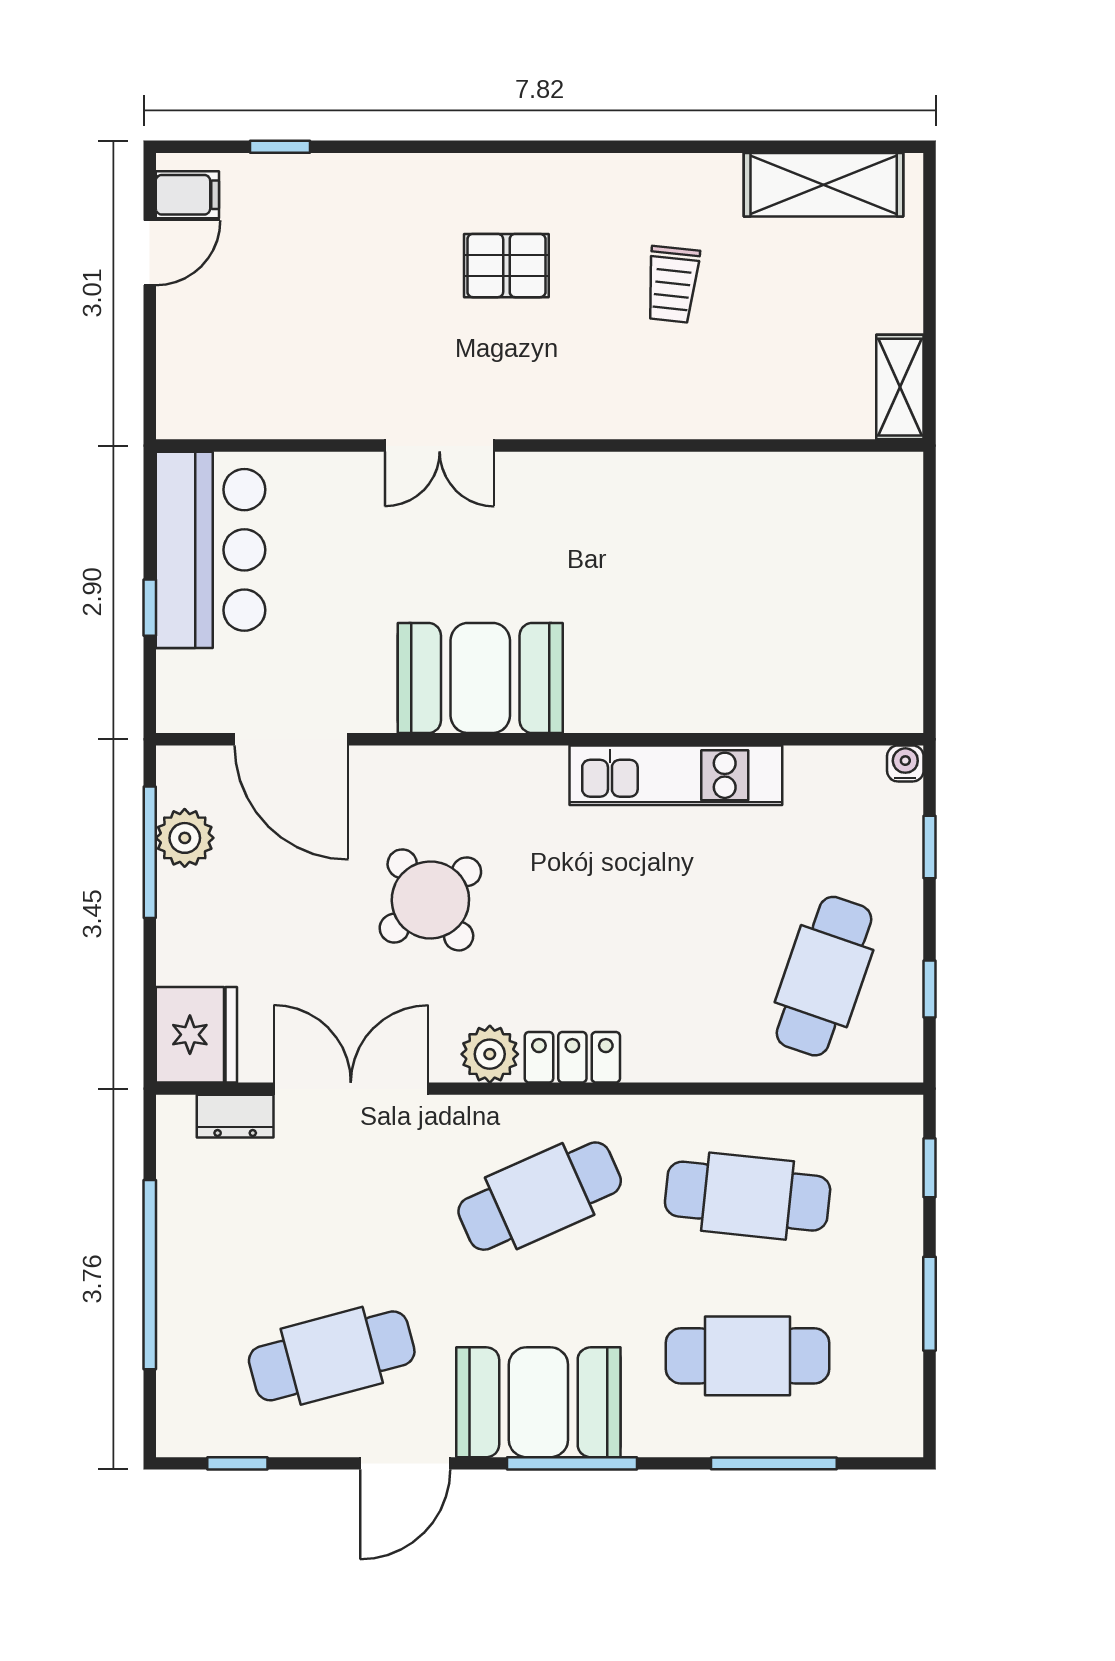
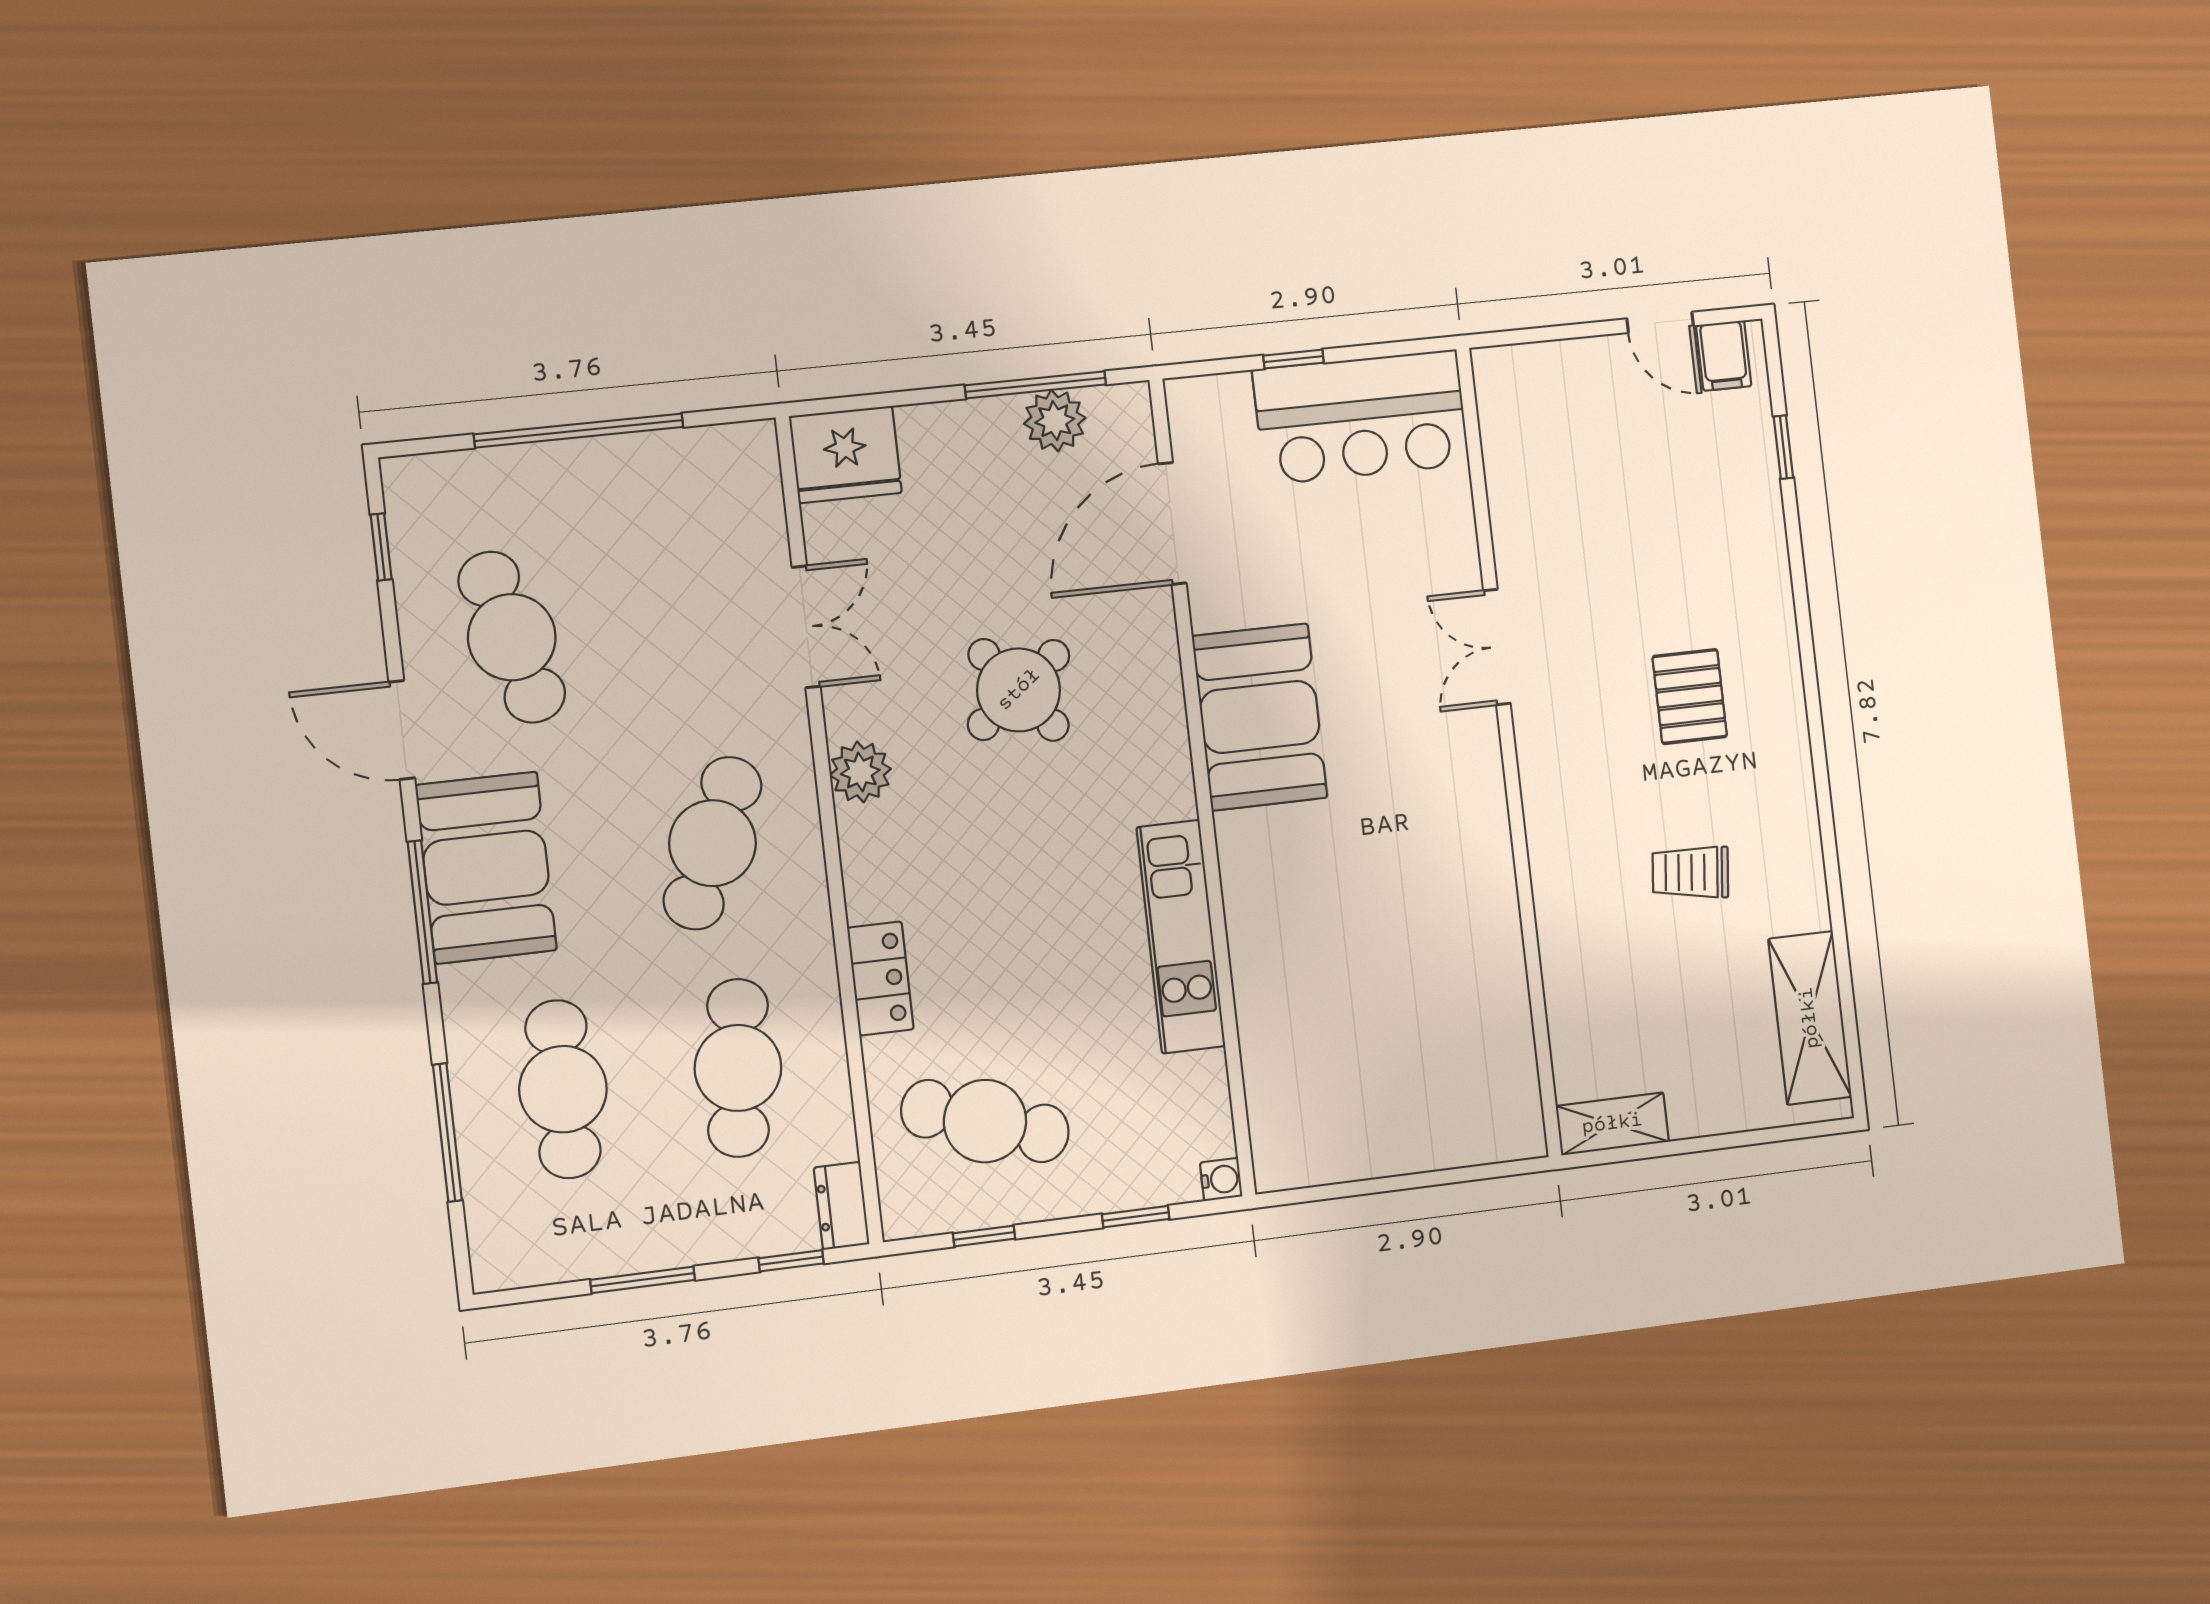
locker: (572, 1057) -> (880, 979), moved
double door: (351, 1089) -> (806, 627), width x0.73
dresser: (235, 1116) -> (842, 1206), moved
cafe table: (540, 1196) -> (713, 843), turned 48

